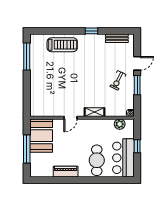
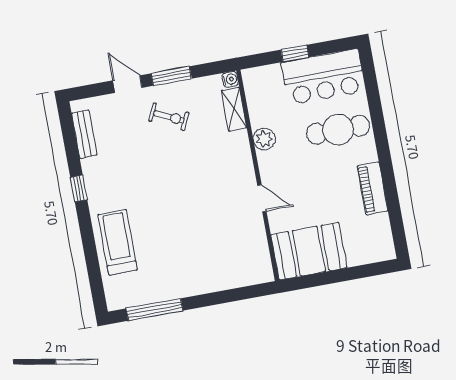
shelving: (94, 112) -> (234, 109), moved
plant: (120, 124) -> (264, 139), moved
window: (27, 149) -> (341, 275), removed

